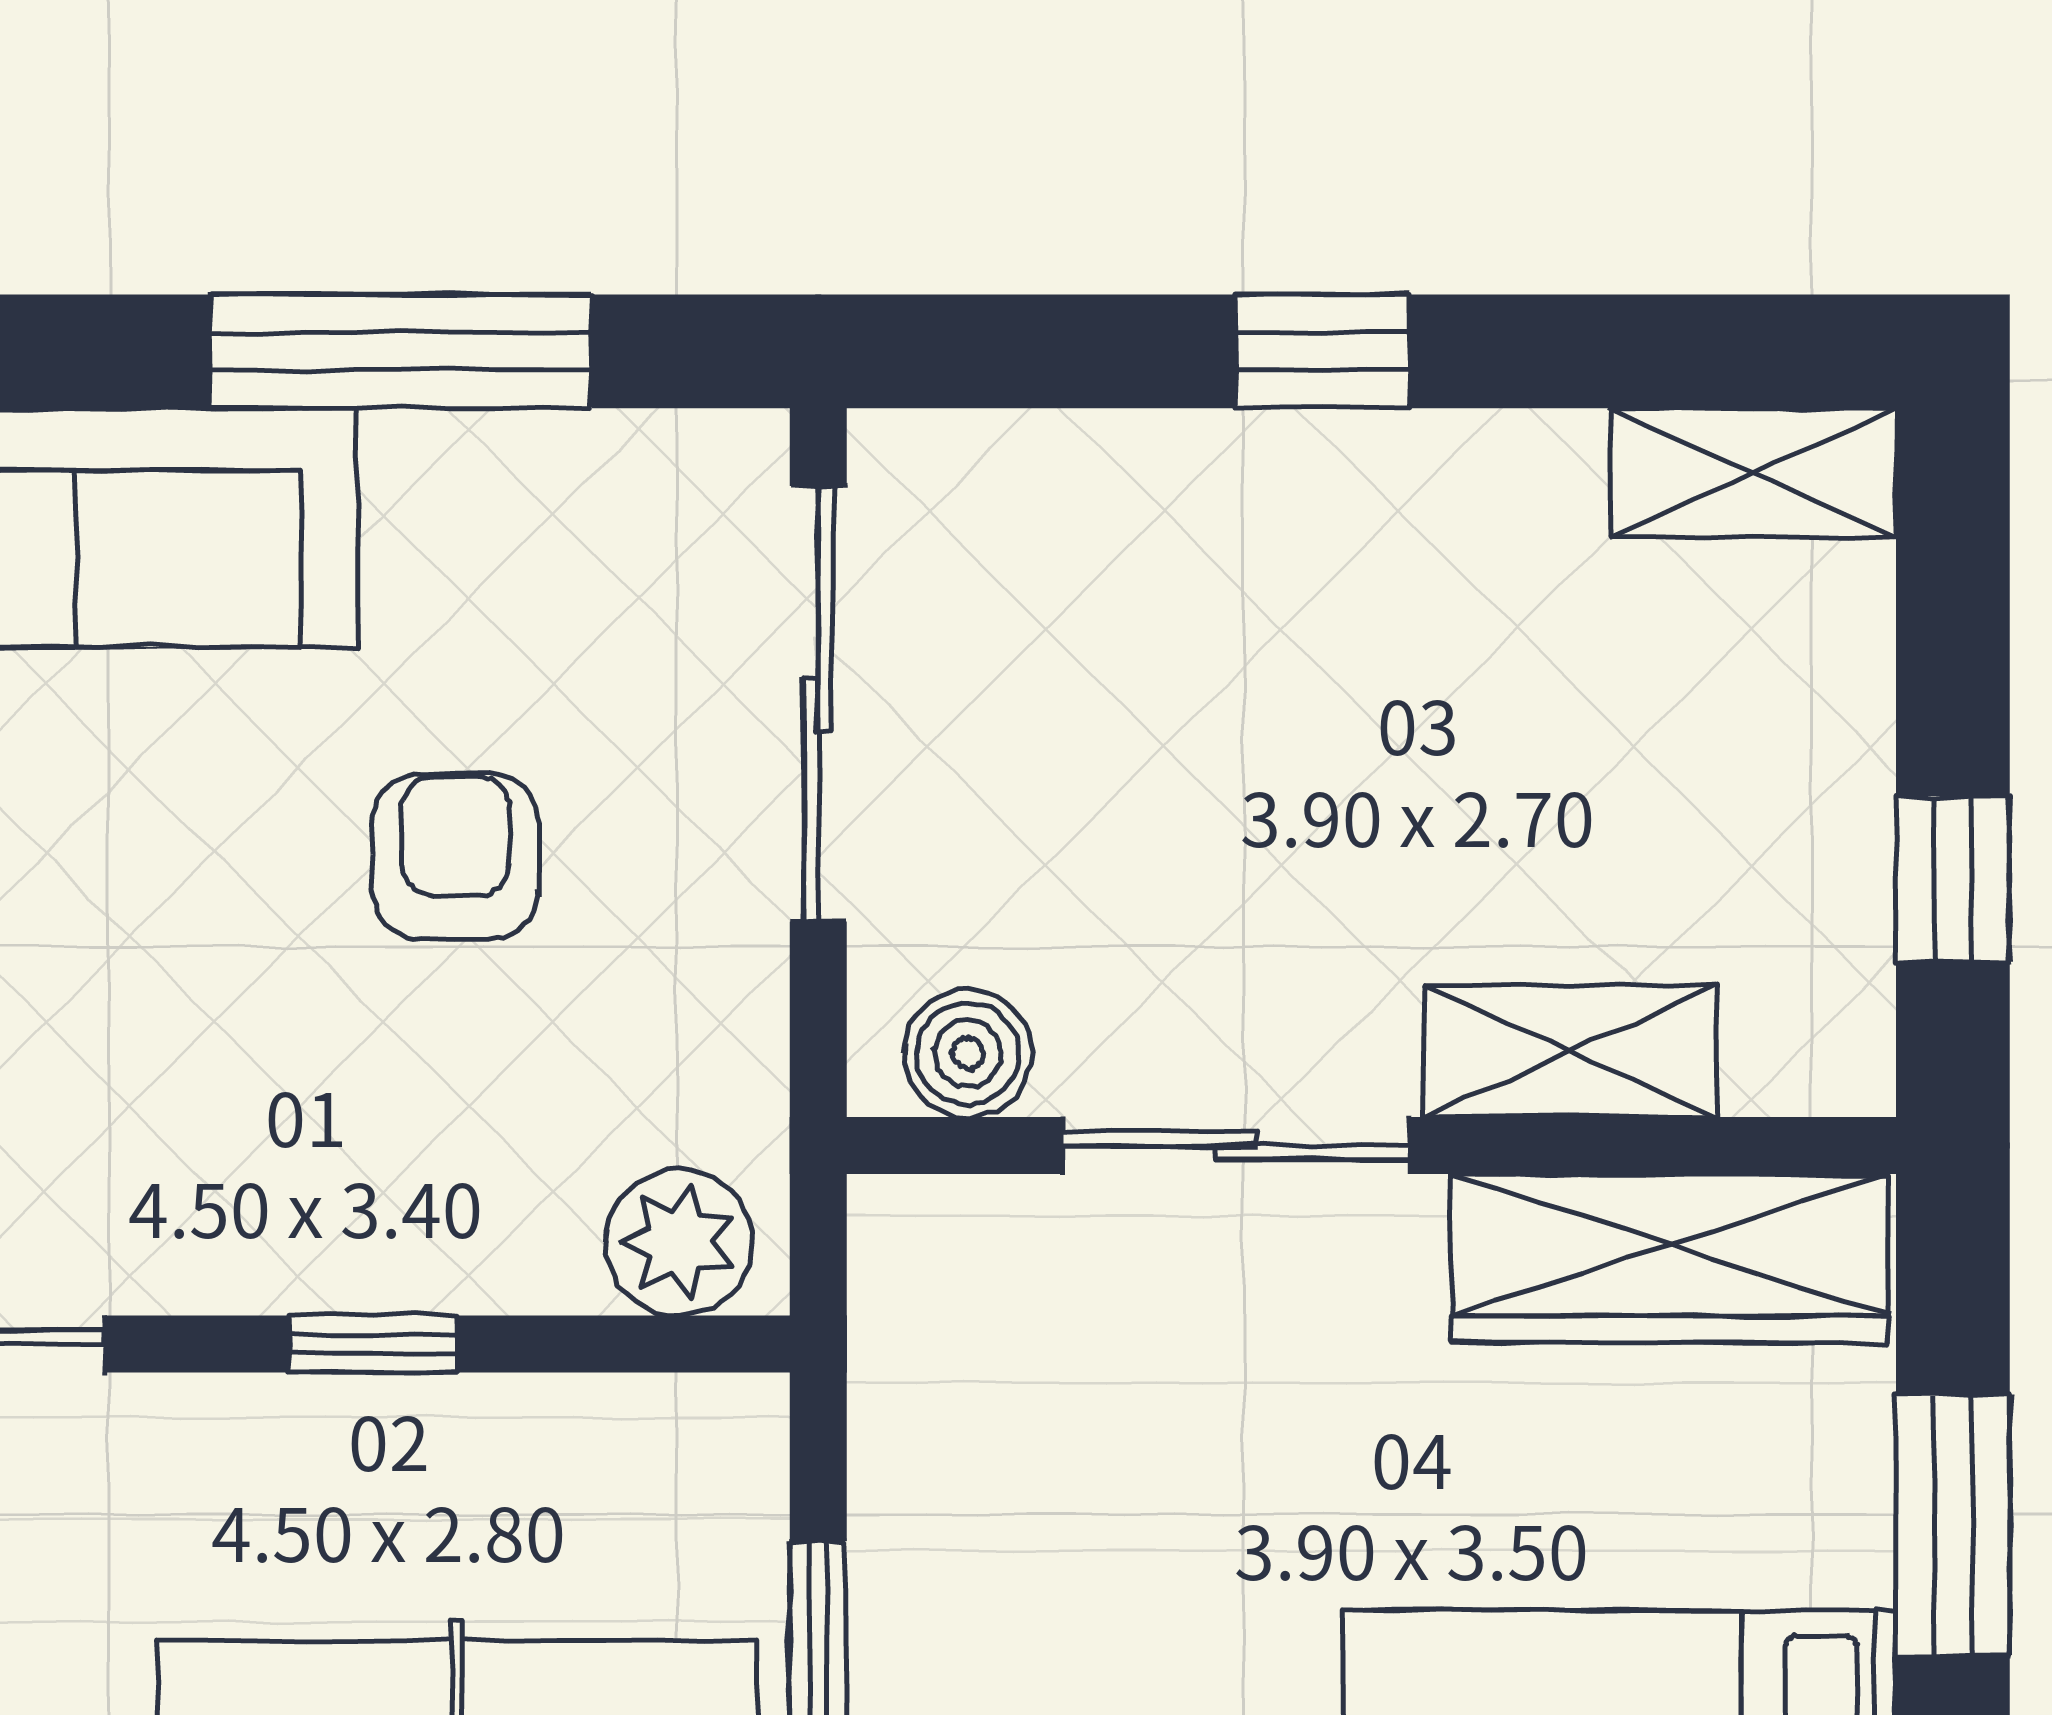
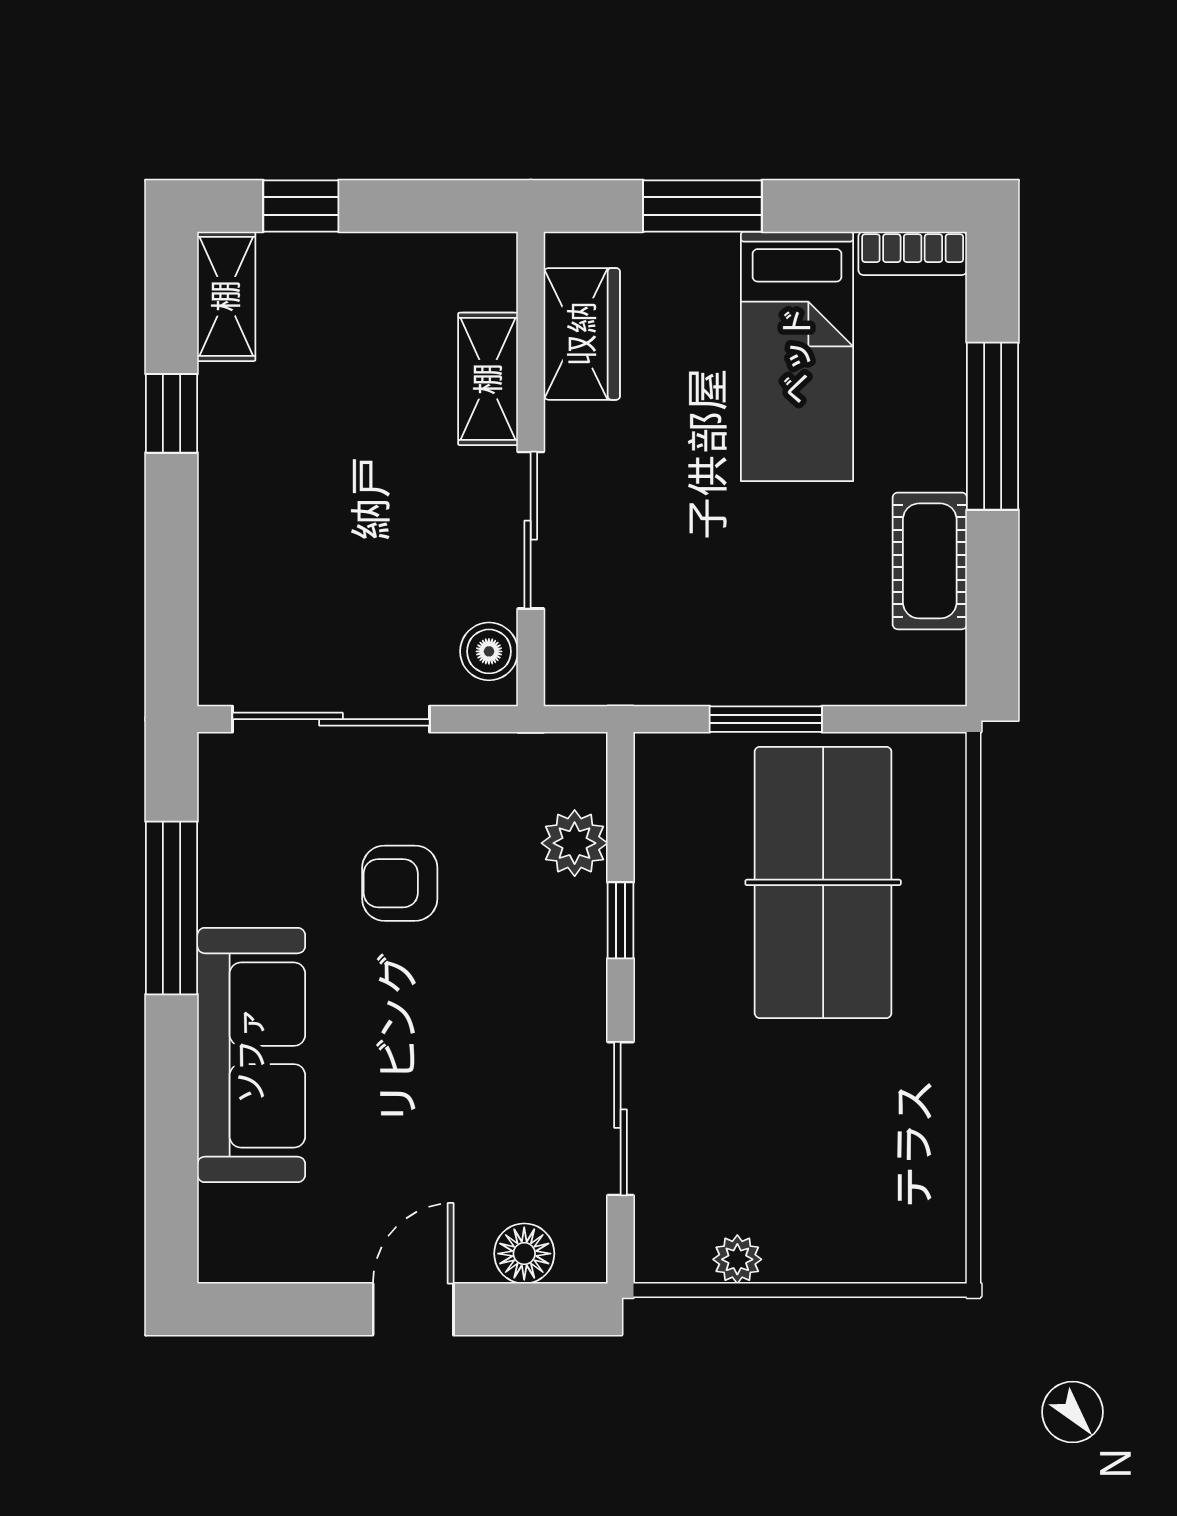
window: (1323, 351) -> (172, 413), moved
window: (1953, 879) -> (301, 206), moved
plant: (679, 1242) -> (575, 843), moved
wardrobe: (1670, 1258) -> (582, 334), width x0.67

